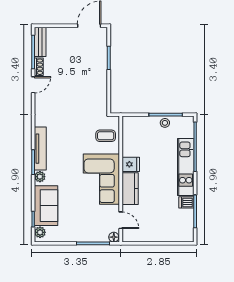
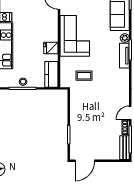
coffee table: (106, 136) -> (84, 76), moved
tv unit: (40, 149) -> (124, 56), width x0.71
kitchen counter: (130, 189) -> (51, 74), moved

